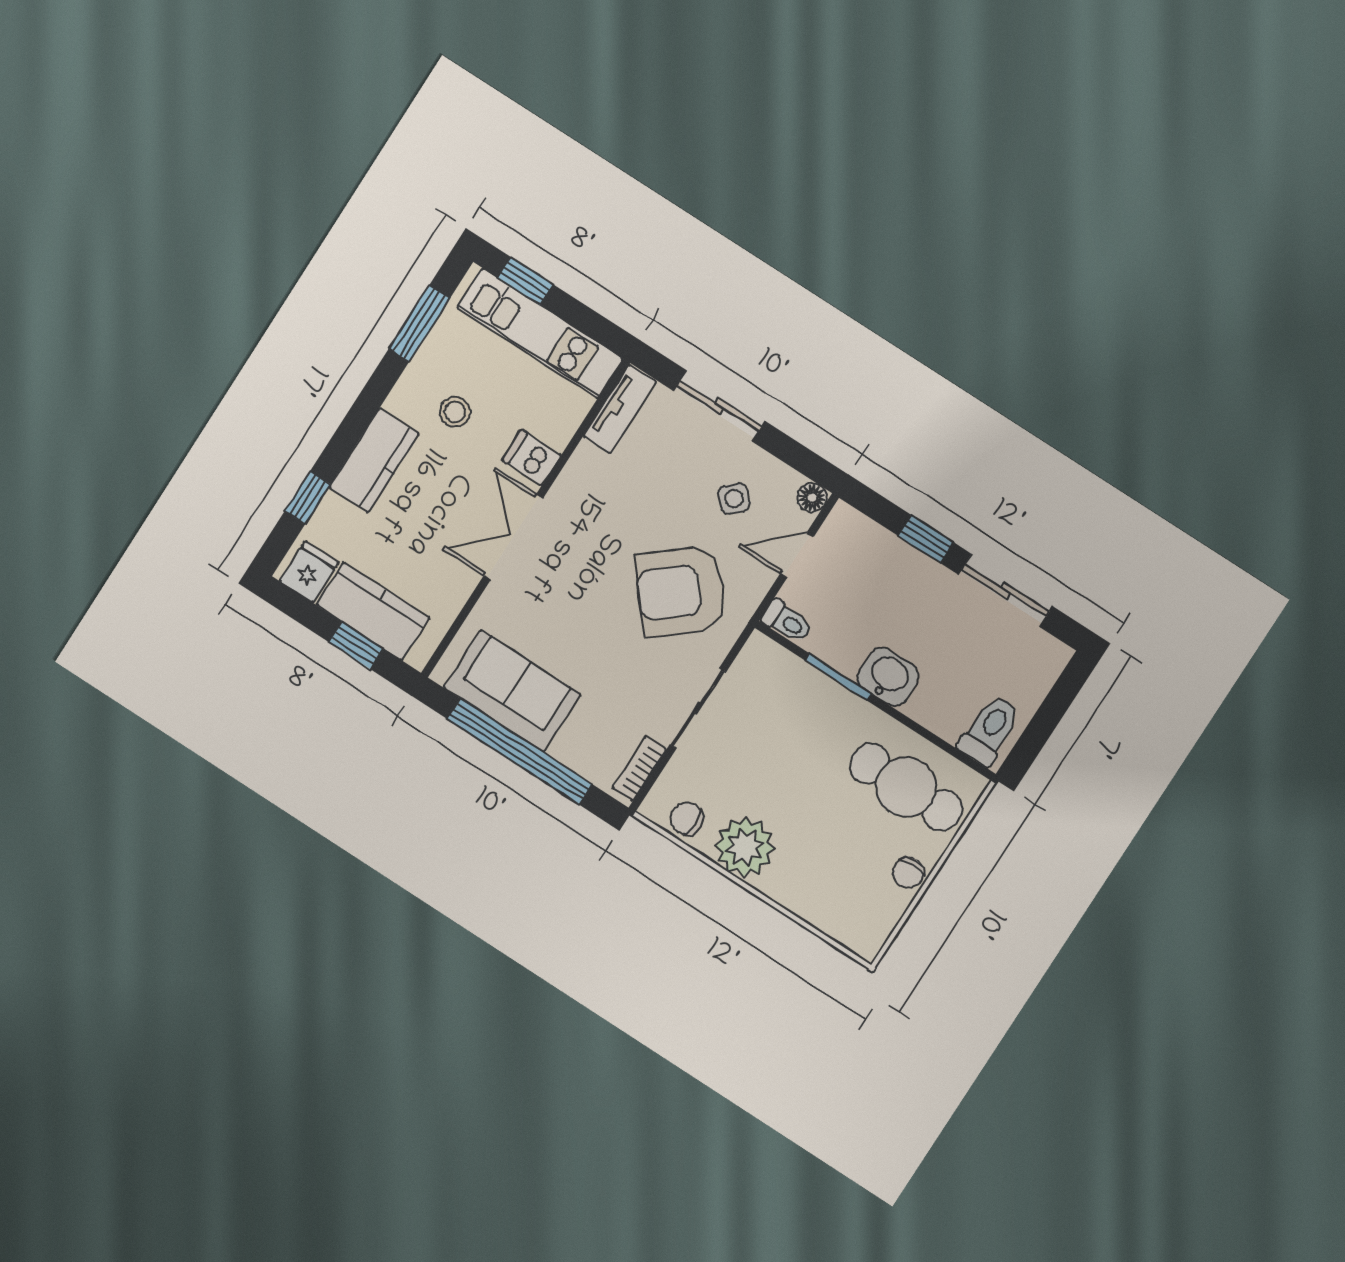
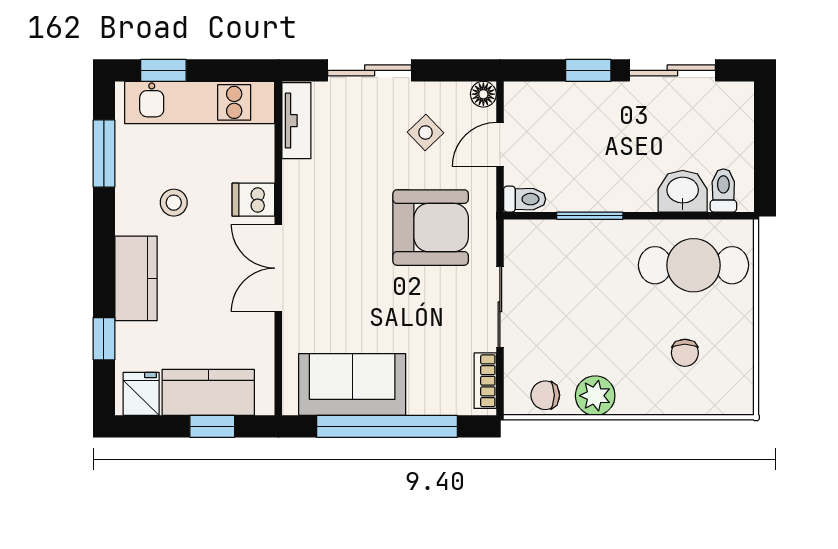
armchair: (681, 591) -> (431, 228), turned -140
washbasin: (888, 677) -> (683, 191), moved
toilet: (990, 730) -> (723, 190), width x0.73, depth x0.72
plant: (745, 847) -> (595, 396), width x0.73, depth x0.73
chair: (908, 873) -> (685, 353), moved

